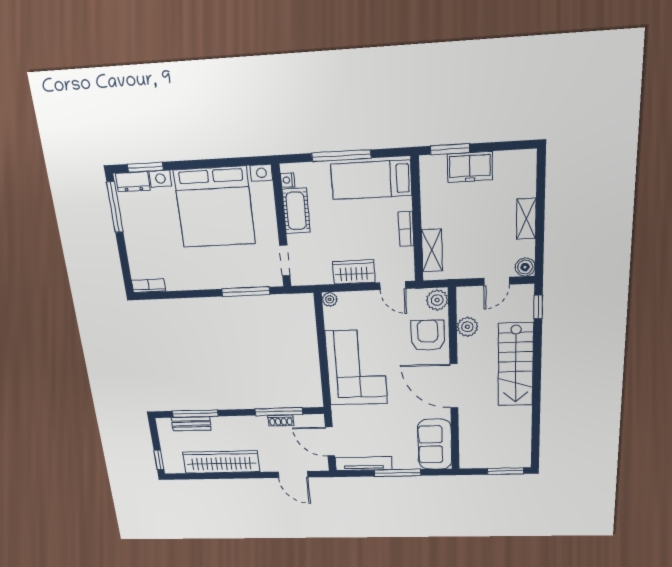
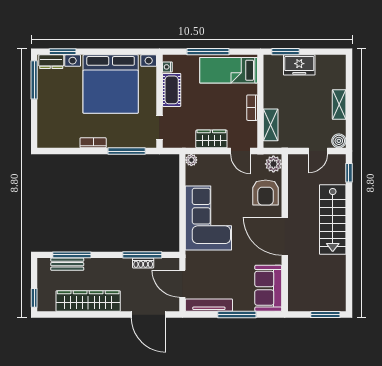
bookcase: (149, 286) -> (93, 143), moved
plant: (467, 327) -> (296, 187), removed
armchair: (428, 335) -> (266, 193), turned 180
door: (293, 475) -> (148, 315), width x1.36

